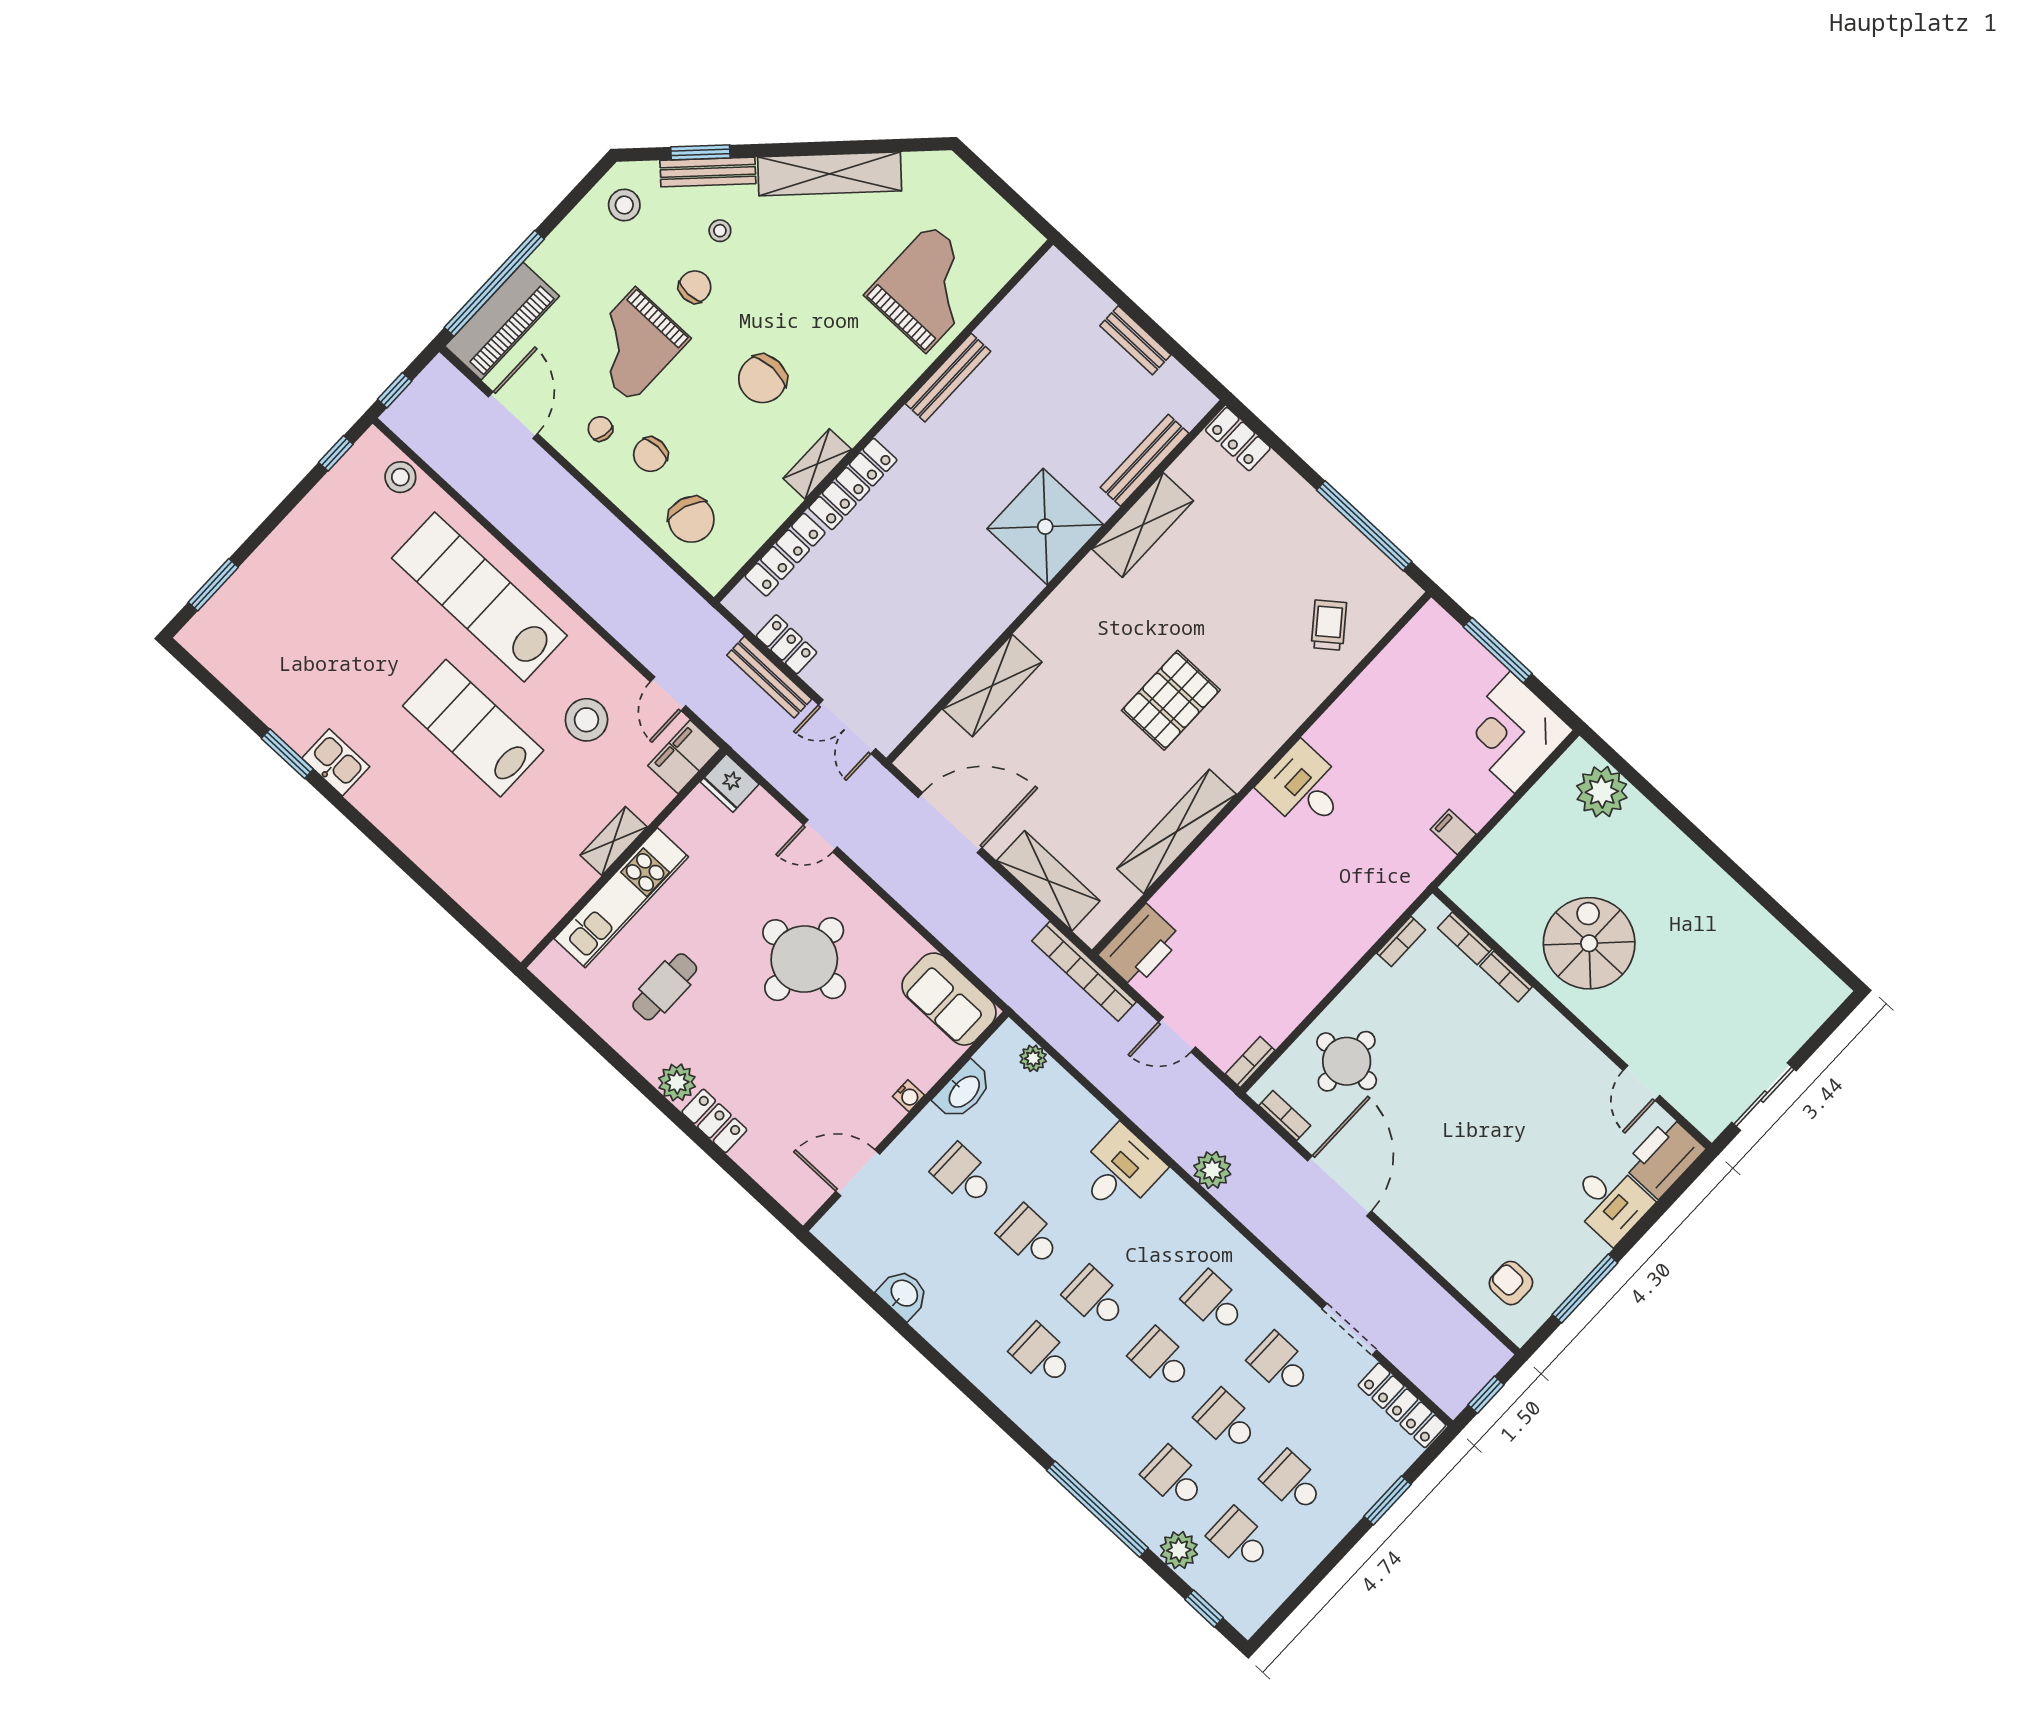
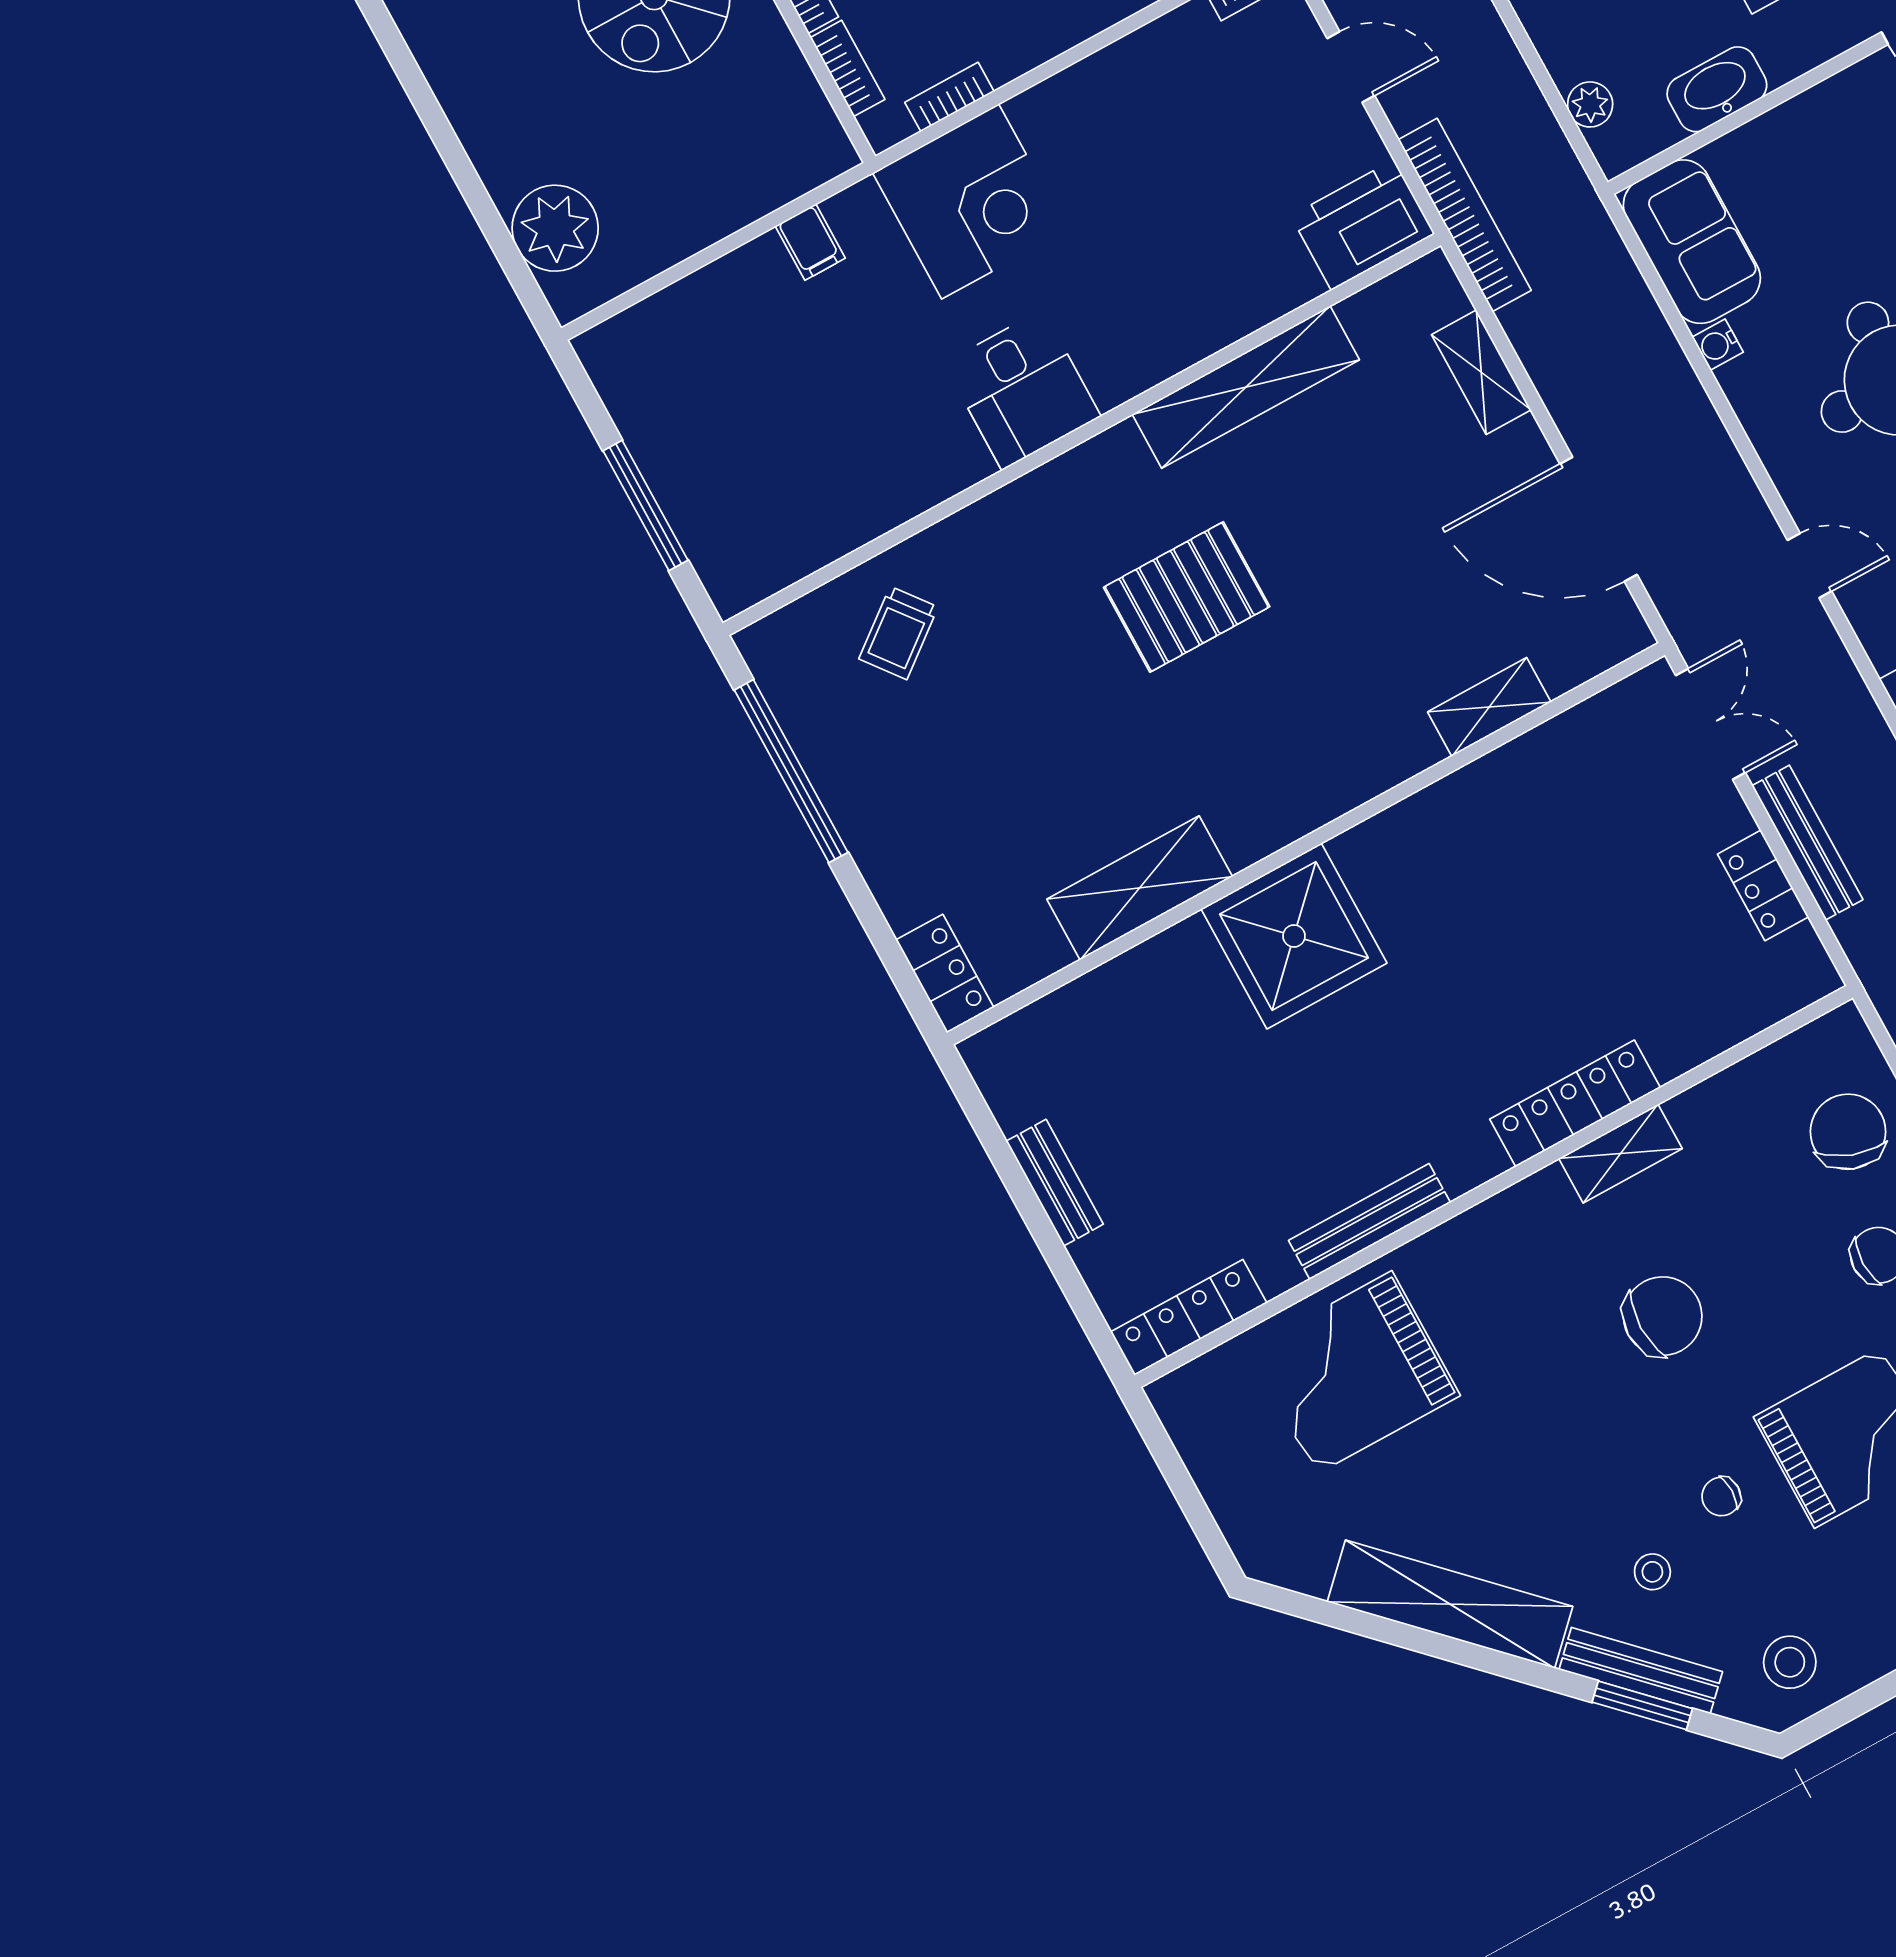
chair: (695, 287) -> (1721, 1496), width x0.73, depth x0.73
bench: (1144, 460) -> (1103, 989), removed
locker: (785, 555) -> (1189, 1318), moved
shelving: (992, 686) -> (1489, 707), width x0.67, depth x0.75
corner desk: (1512, 732) -> (970, 202), moved
shelving: (1048, 881) -> (1481, 372), width x0.67, depth x0.75
water cooler: (908, 1096) -> (1718, 345), moved, turned -90

